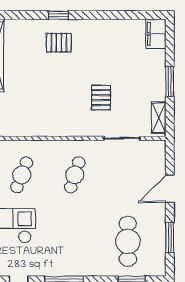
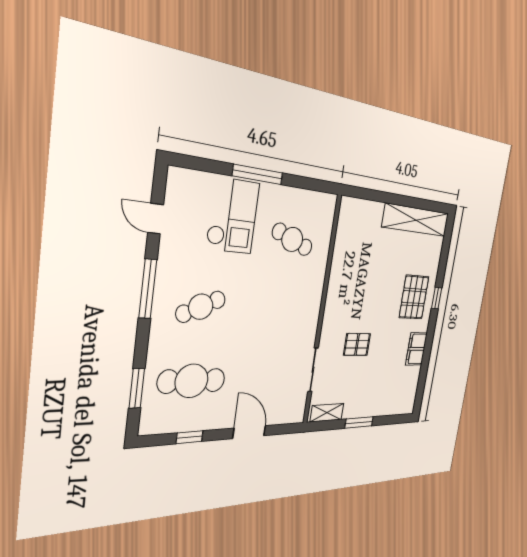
filing cabinet: (156, 34) -> (416, 349), moved, turned -90
pallet: (59, 43) -> (414, 297), width x1.50, depth x1.42
cafe table: (75, 175) -> (201, 307), moved, turned -42
window: (170, 238) -> (190, 437), width x0.67

